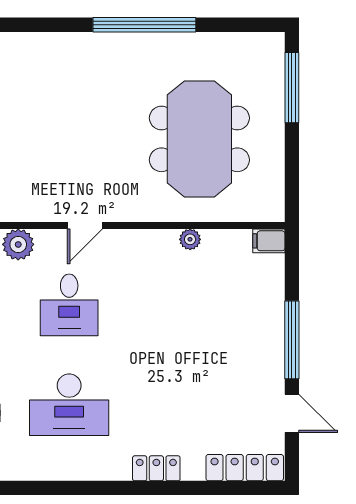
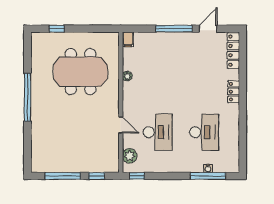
window: (292, 88) -> (57, 29), width x0.46
desk: (69, 305) -> (158, 132), width x1.37

